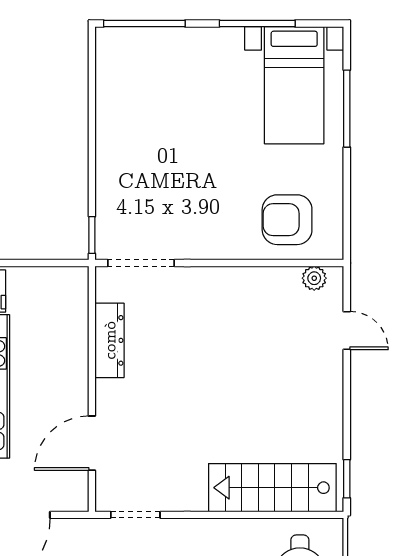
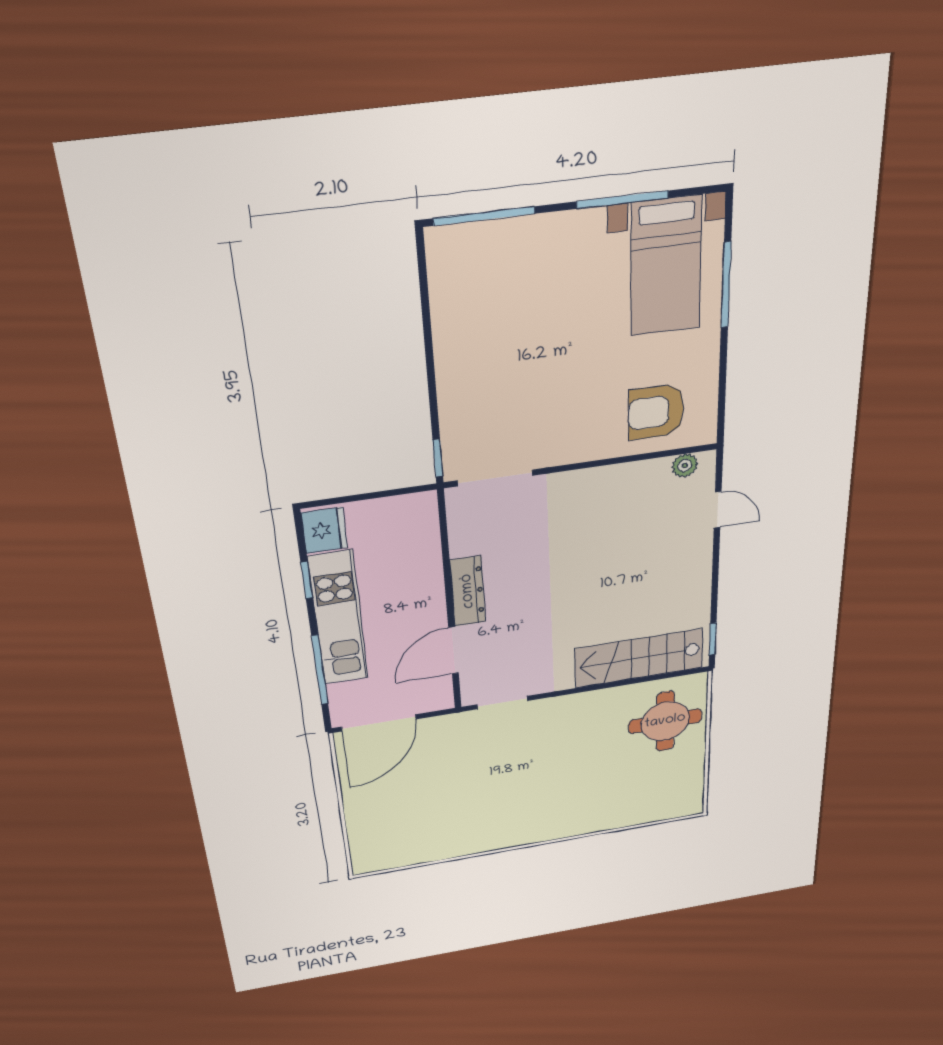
dresser: (110, 340) -> (468, 591), moved

